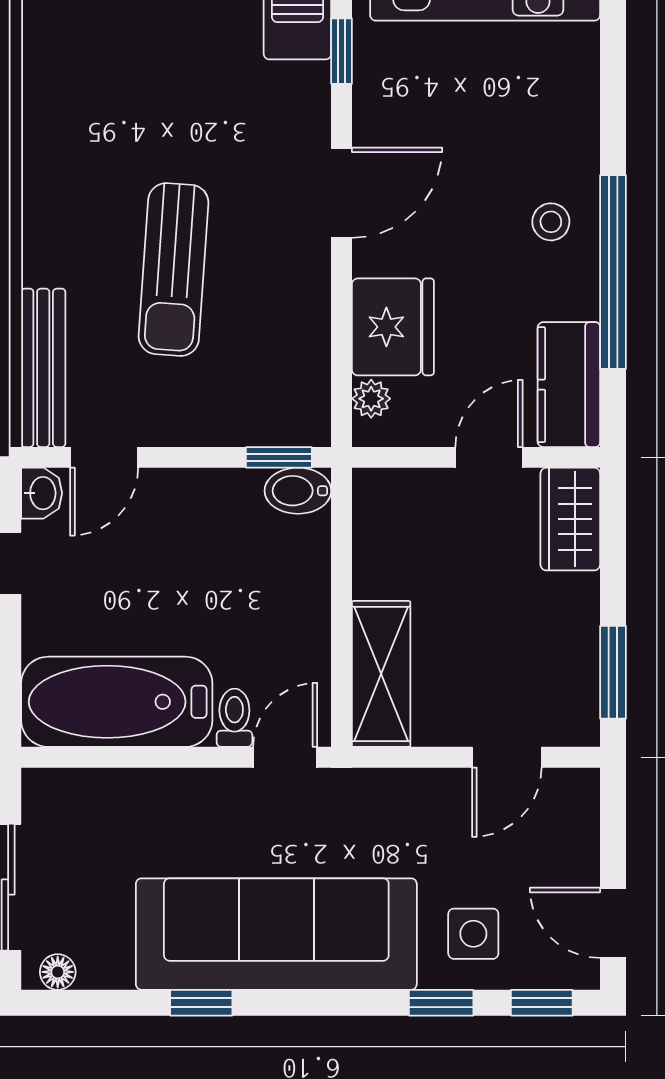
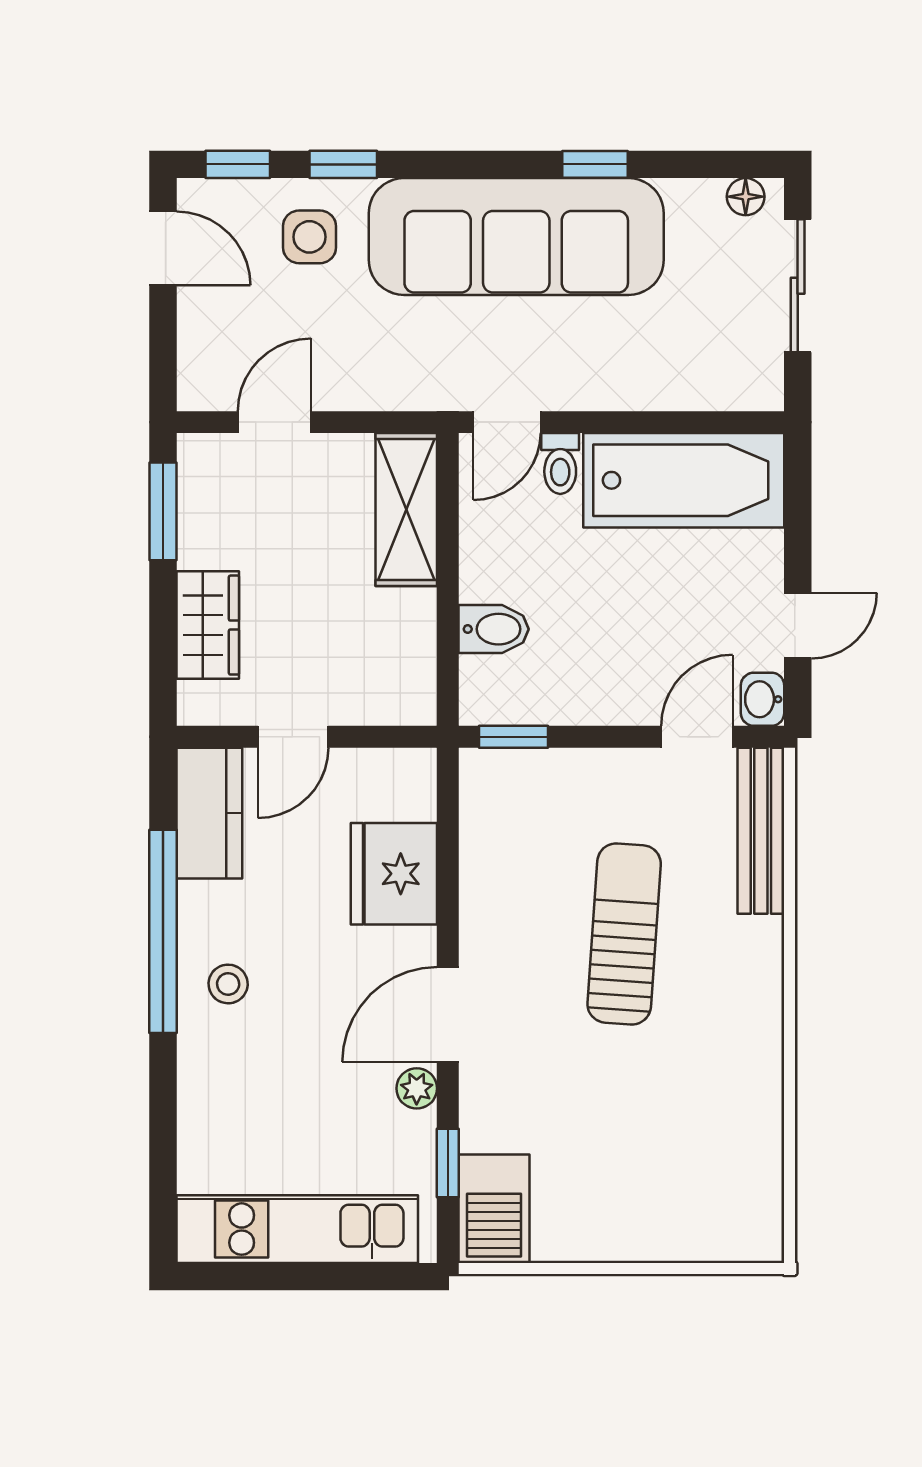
plant: (371, 399) -> (417, 1088), moved
bidet: (298, 491) -> (494, 629), moved
wardrobe: (570, 519) -> (208, 625), moved

